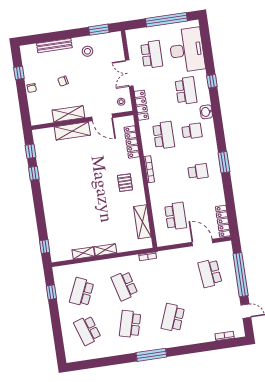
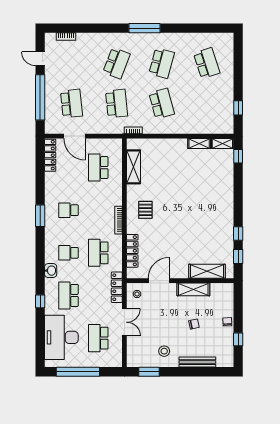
door: (102, 117) -> (159, 281), hinge flipped
shelving: (72, 131) -> (207, 271), moved
shelving: (105, 250) -> (222, 143), moved
school desk: (82, 292) -> (117, 103), moved, turned -30

